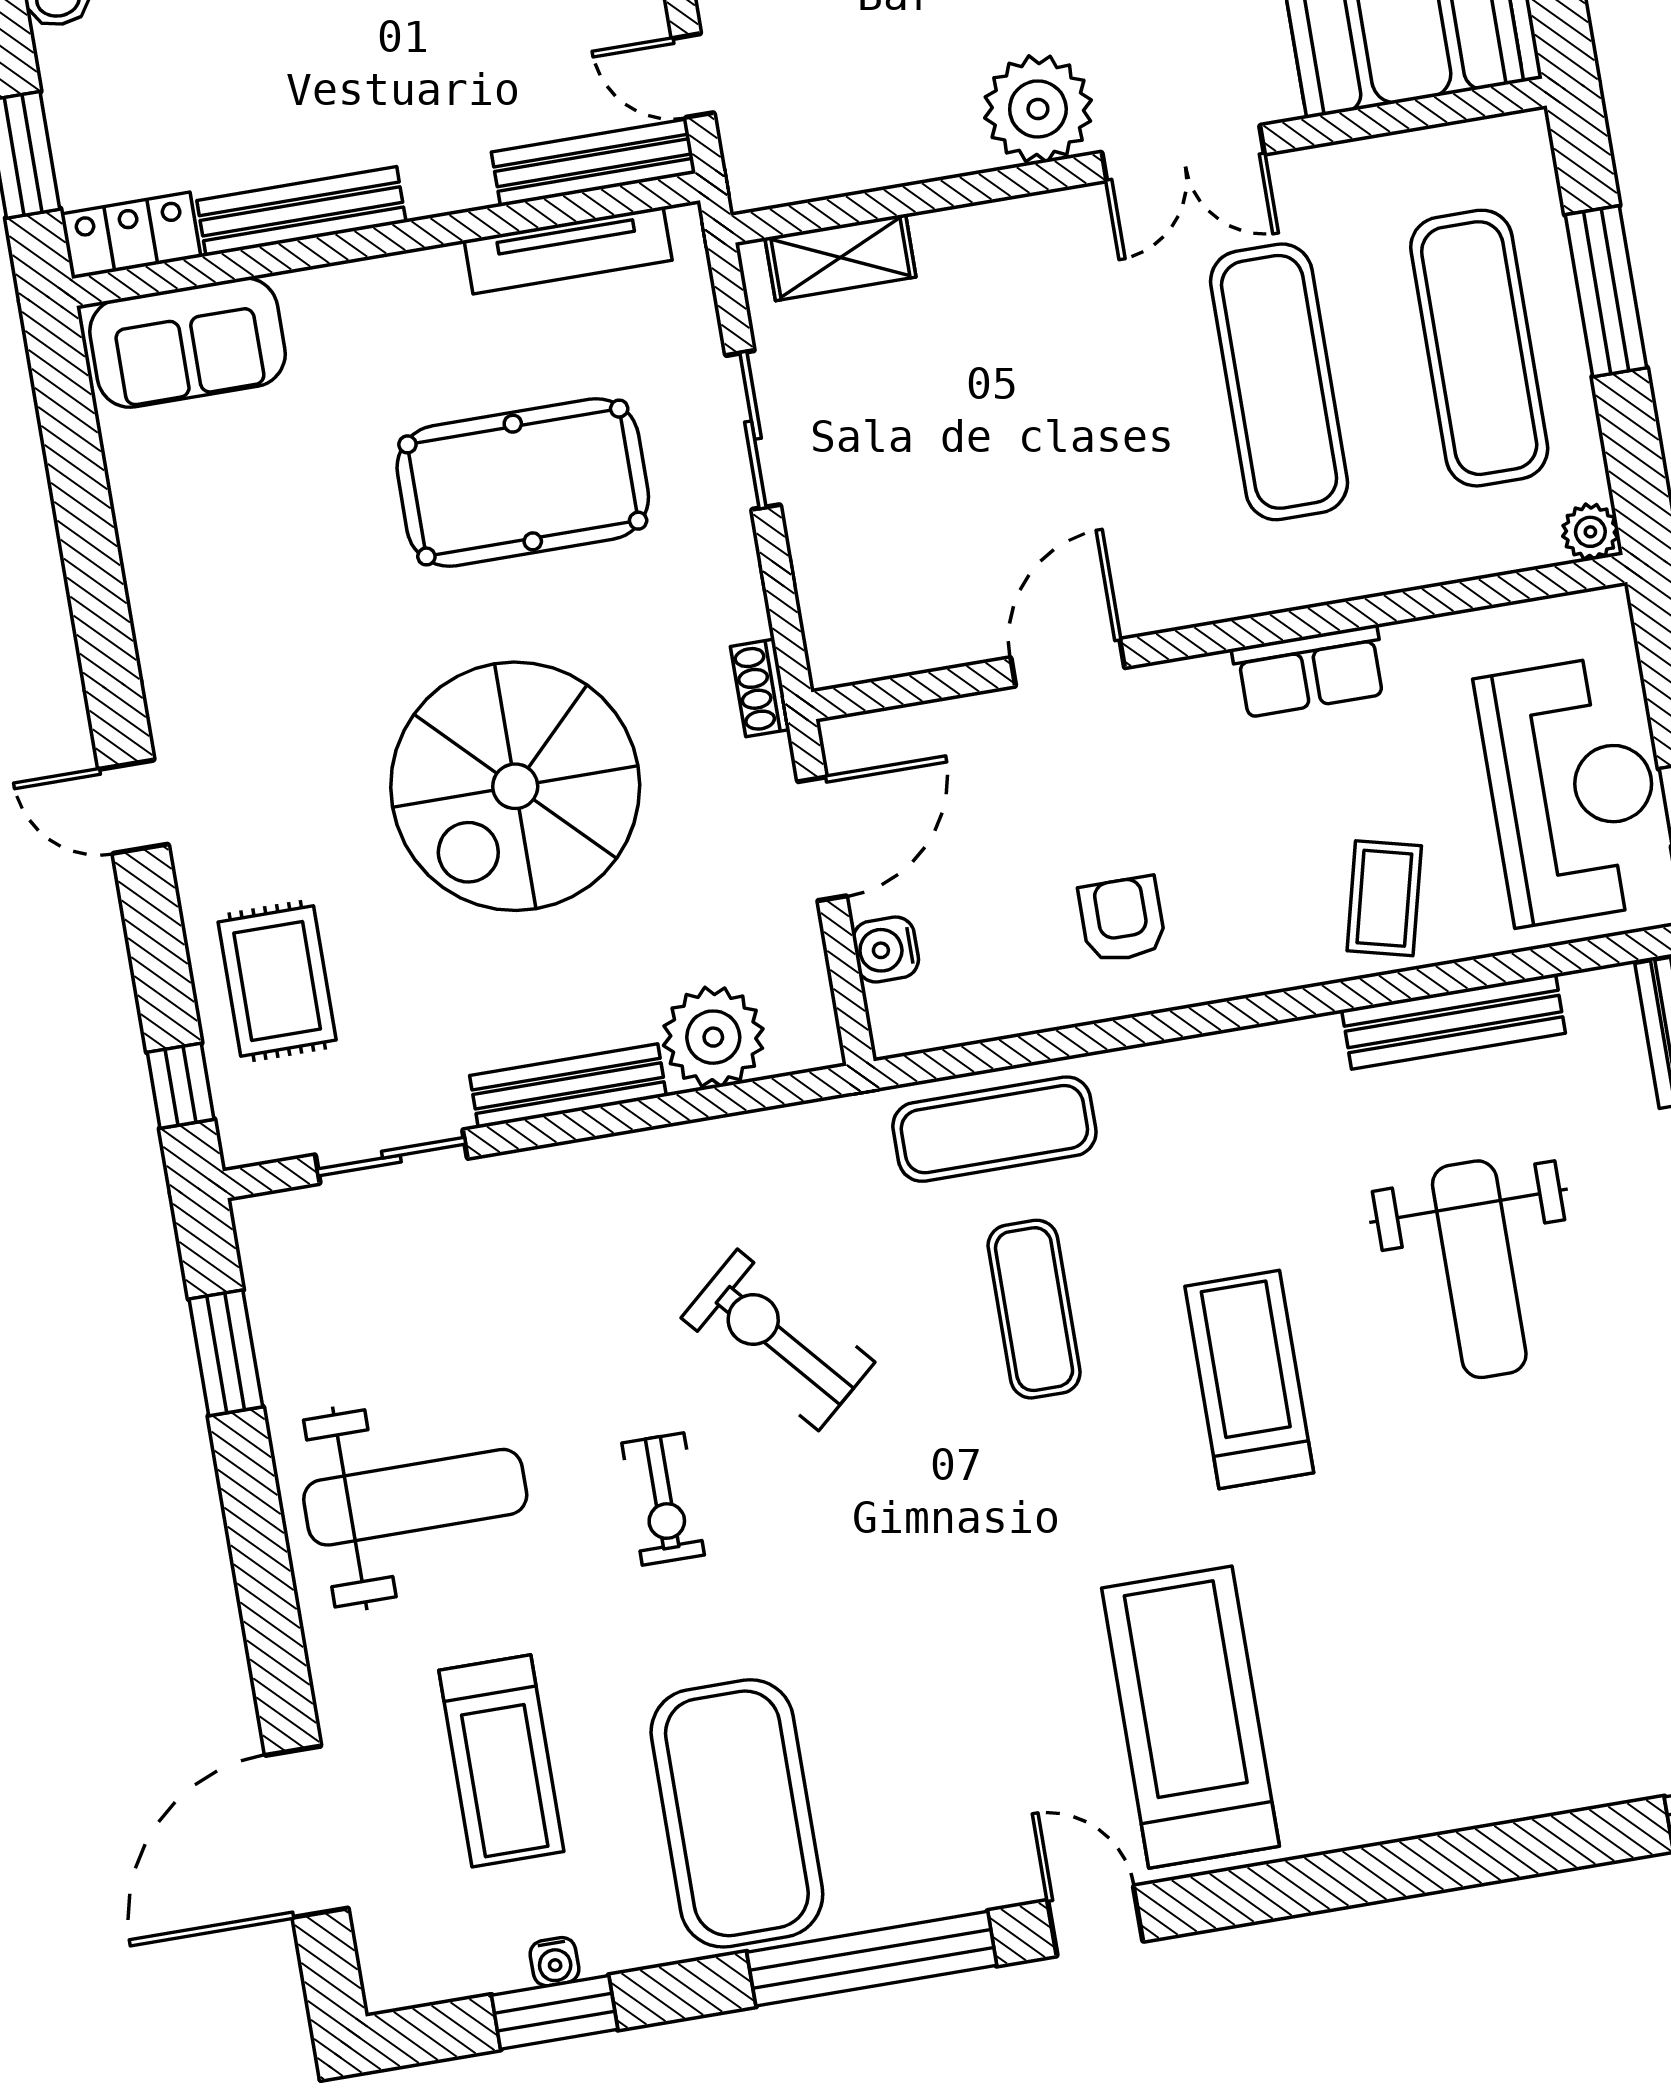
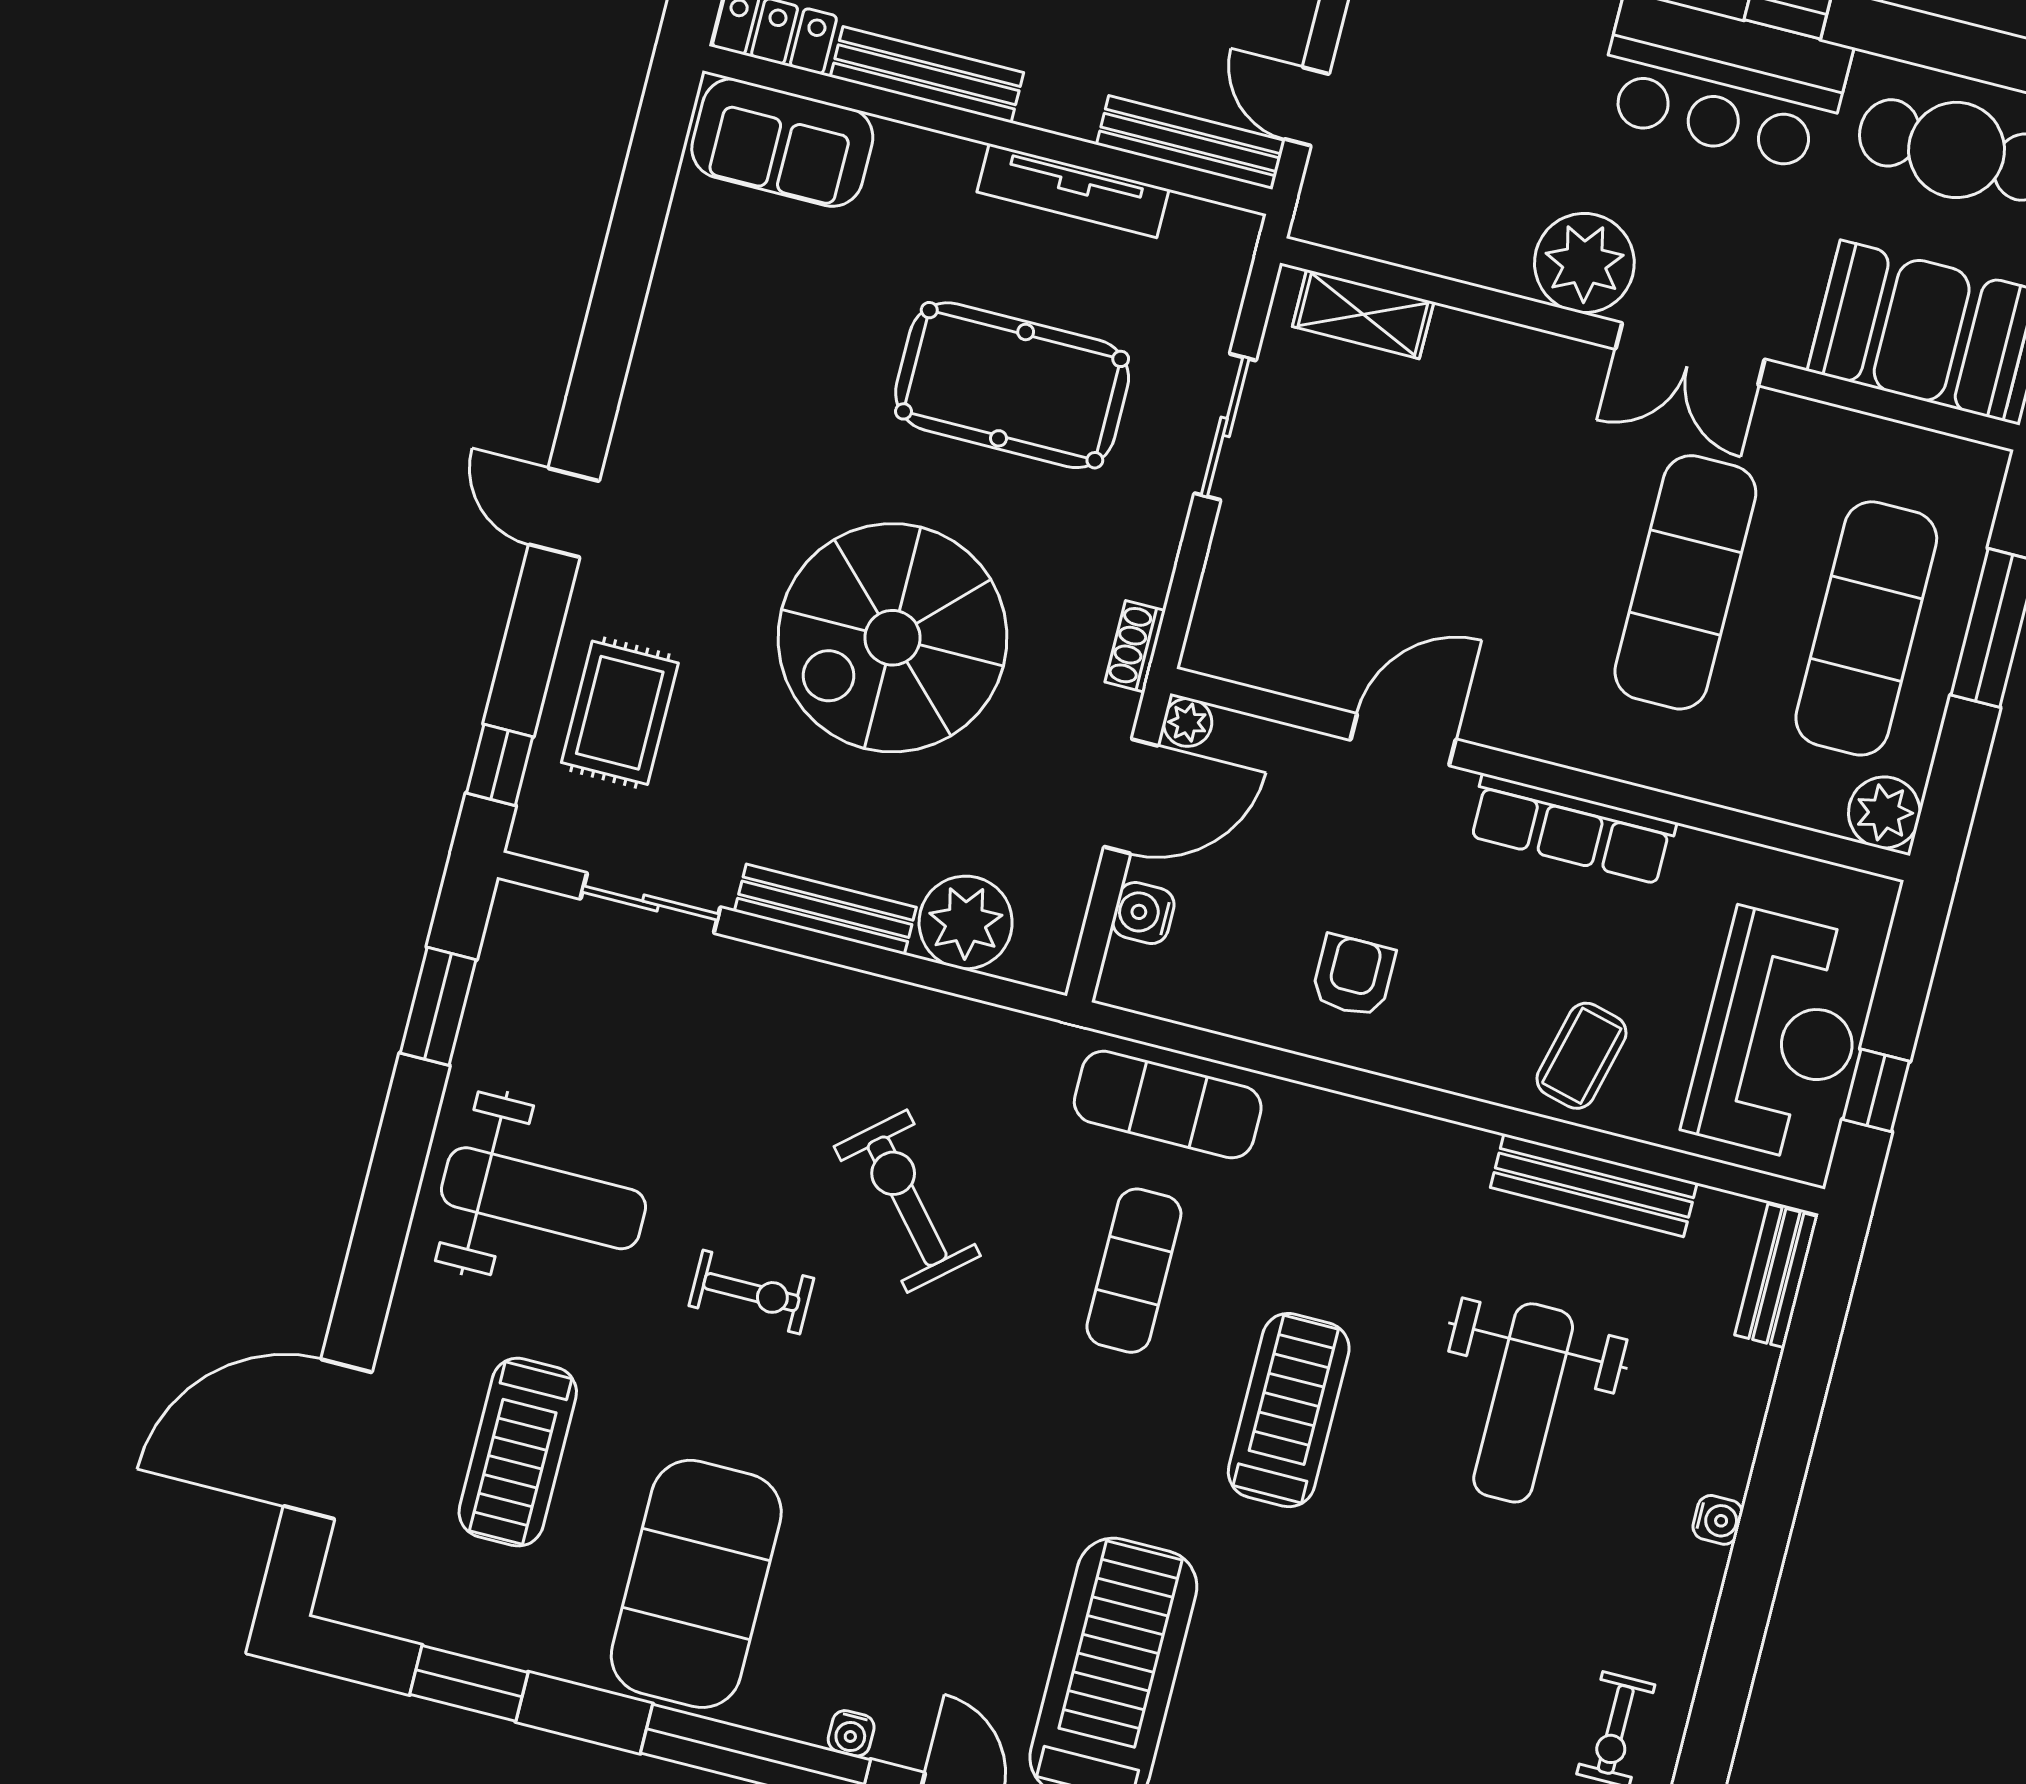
tv unit: (568, 250) -> (1073, 191), moved
plant: (1590, 532) -> (1884, 813), width x1.38, depth x1.38
row of seats: (1310, 671) -> (1572, 829), width x1.48
plant: (846, 741) -> (1188, 722), added
exercise bike: (663, 1499) -> (751, 1292), turned -90
water cooler: (554, 1962) -> (851, 1733), moved

